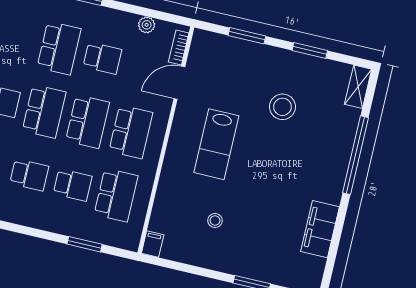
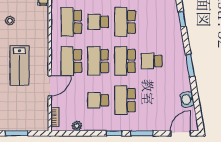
door: (179, 83) -> (50, 86), moved
lab bench: (216, 144) -> (20, 66), turned 180
school desk: (29, 175) -> (125, 22), width x1.85

